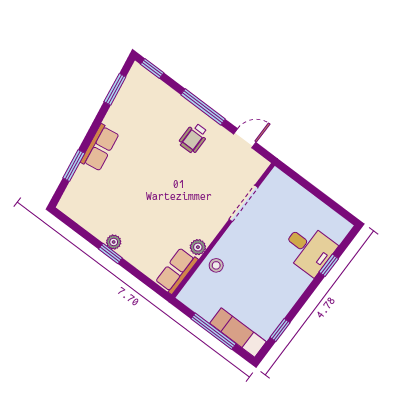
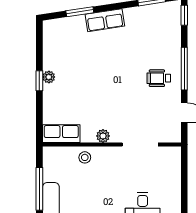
plant: (198, 247) -> (103, 136), moved

